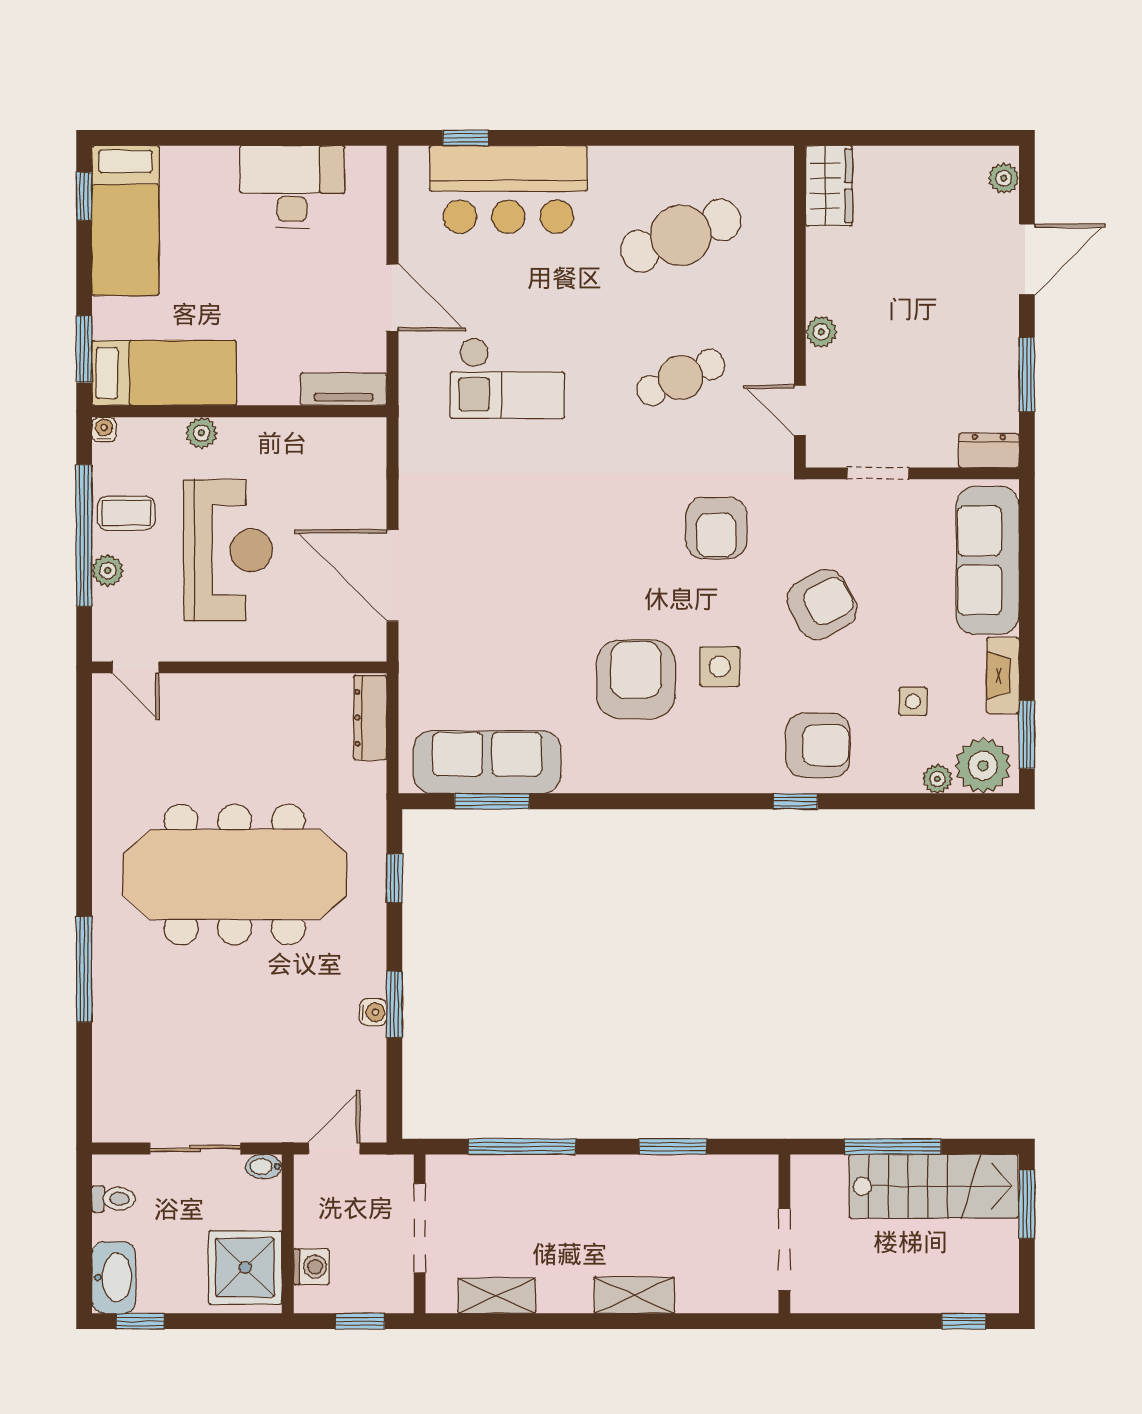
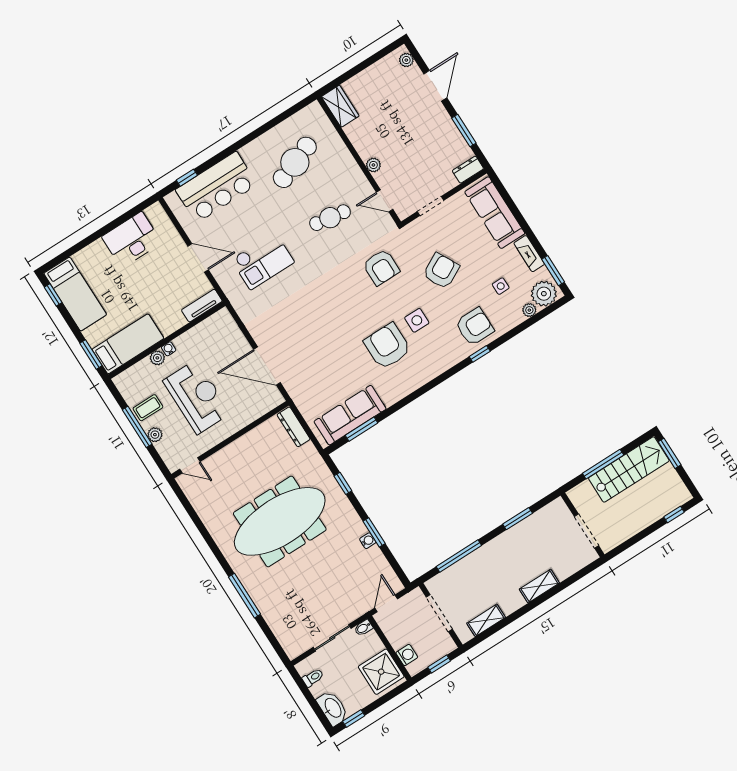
cafe table: (681, 378) -> (330, 218), turned 33
water cooler: (104, 429) -> (169, 349), moved
window: (84, 536) -> (137, 427), width x0.68

